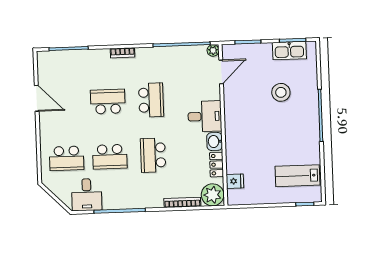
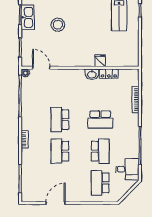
school desk: (151, 100) -> (60, 120), turned -90
desk: (205, 116) -> (73, 81), removed
school desk: (67, 158) -> (100, 183), turned 180
fridge: (235, 181) -> (100, 61), moved
plant: (213, 195) -> (131, 77), removed

